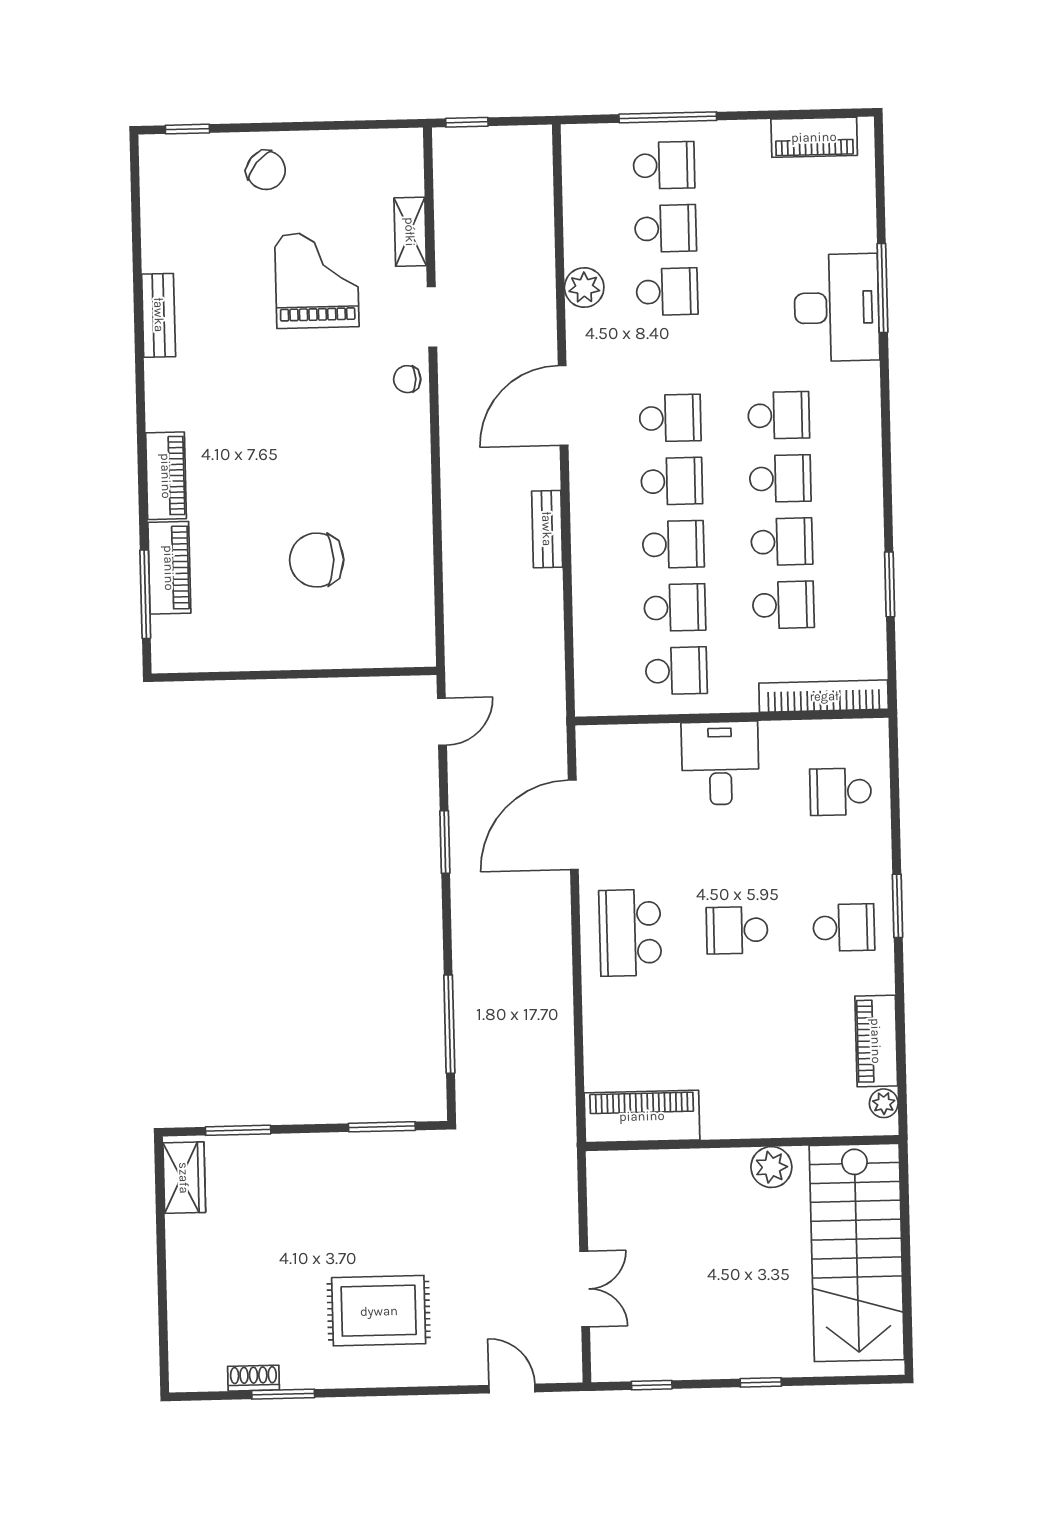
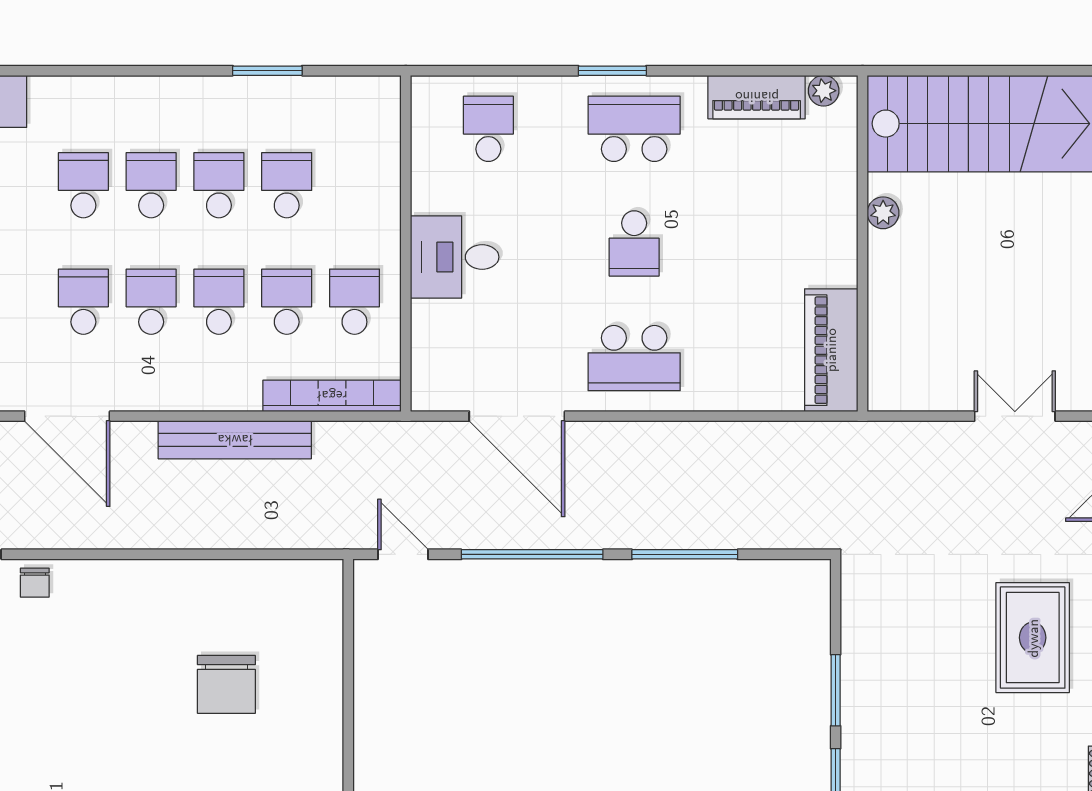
bench: (547, 529) -> (235, 440), width x1.86, depth x1.21
bookcase: (824, 696) -> (332, 396), moved, turned 90
school desk: (841, 792) -> (488, 129), turned 180
window: (445, 842) -> (532, 554), width x2.11
school desk: (844, 928) -> (634, 129), width x1.85
window: (449, 1024) -> (685, 554), moved
window: (382, 1127) -> (836, 690), moved
plant: (771, 1167) -> (883, 213), width x0.73, depth x0.73

